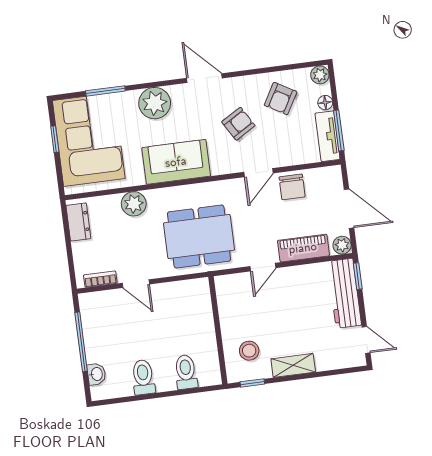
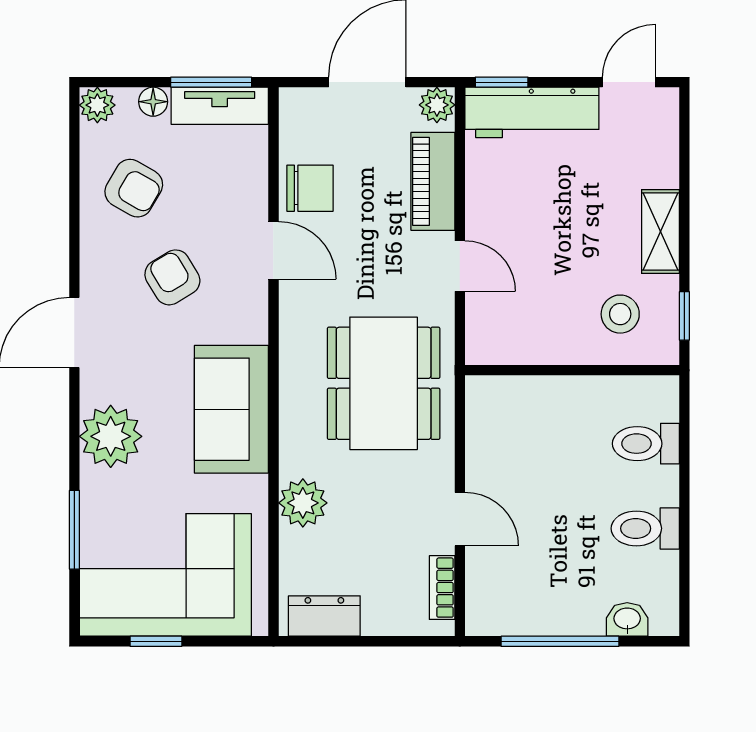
door: (136, 284) -> (460, 519), hinge flipped

